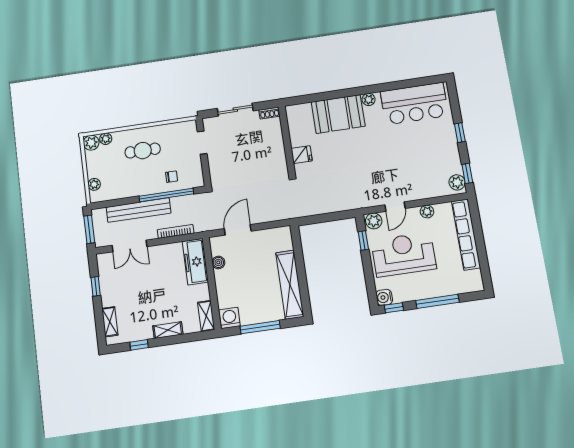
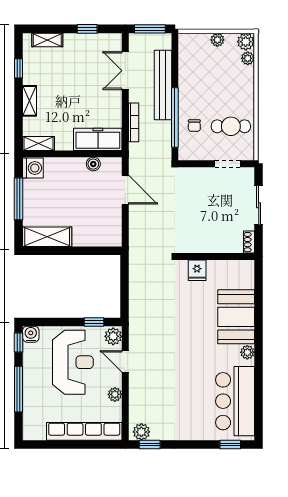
window: (460, 133) -> (230, 444), moved
cafe table: (143, 151) -> (231, 126), moved, turned 90
plant: (94, 184) -> (217, 40), moved
shelving: (290, 285) -> (47, 237), width x0.68

